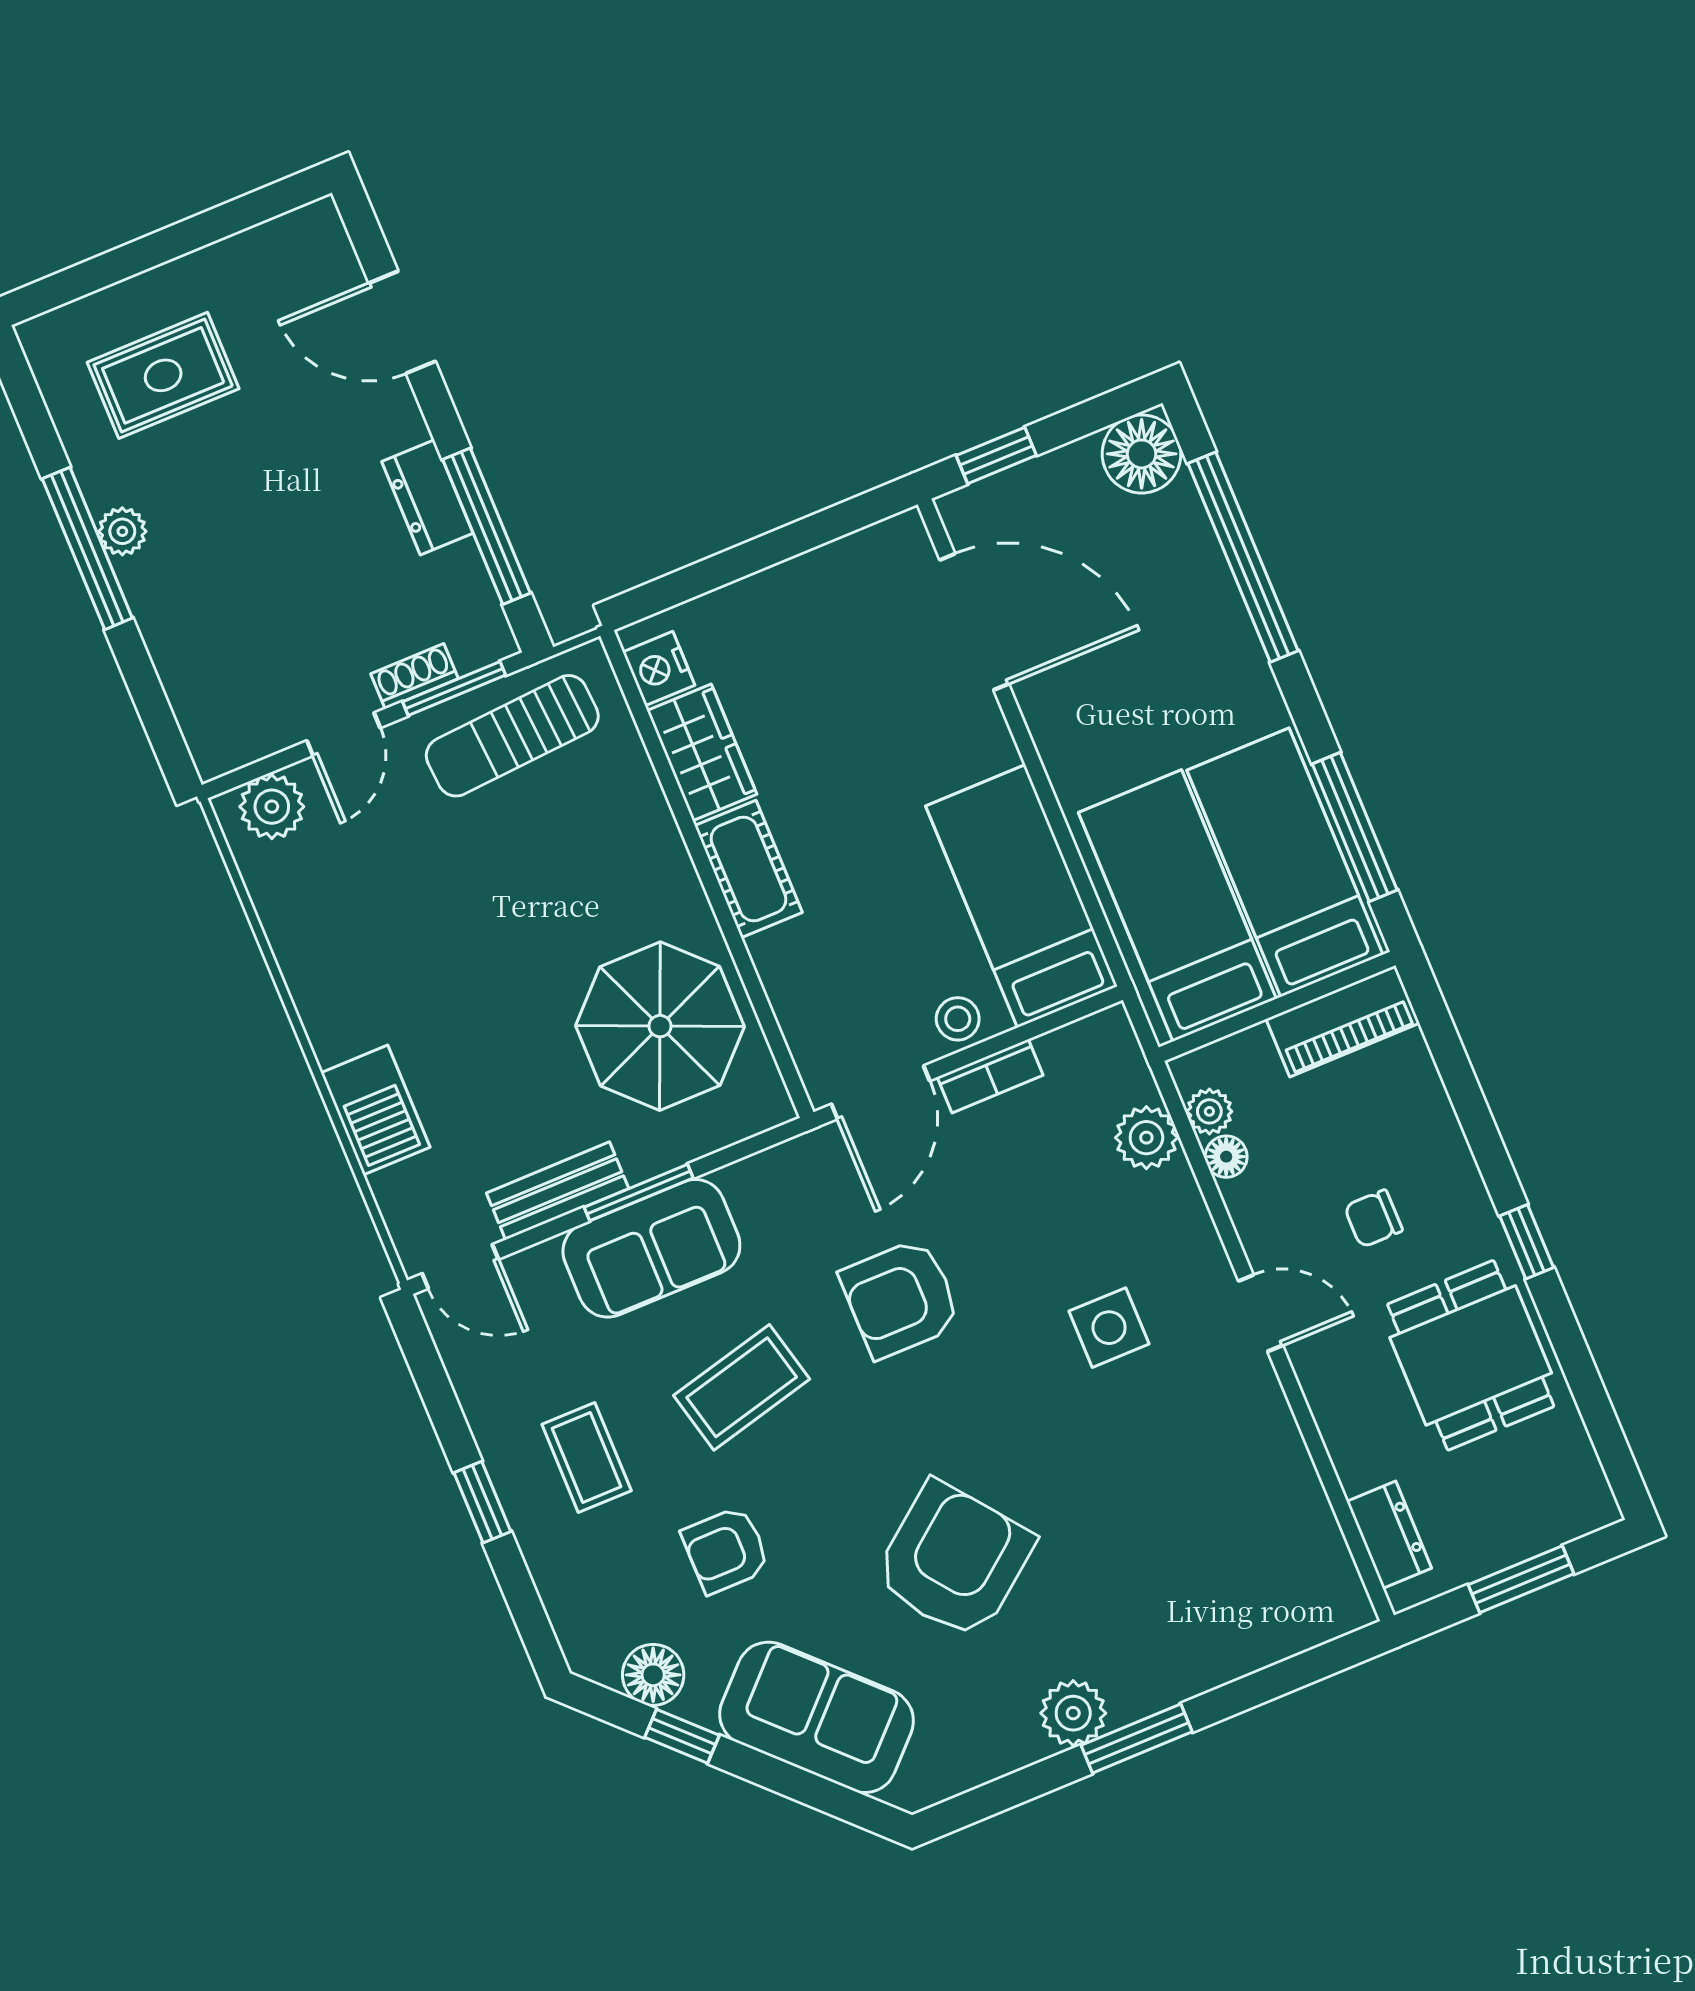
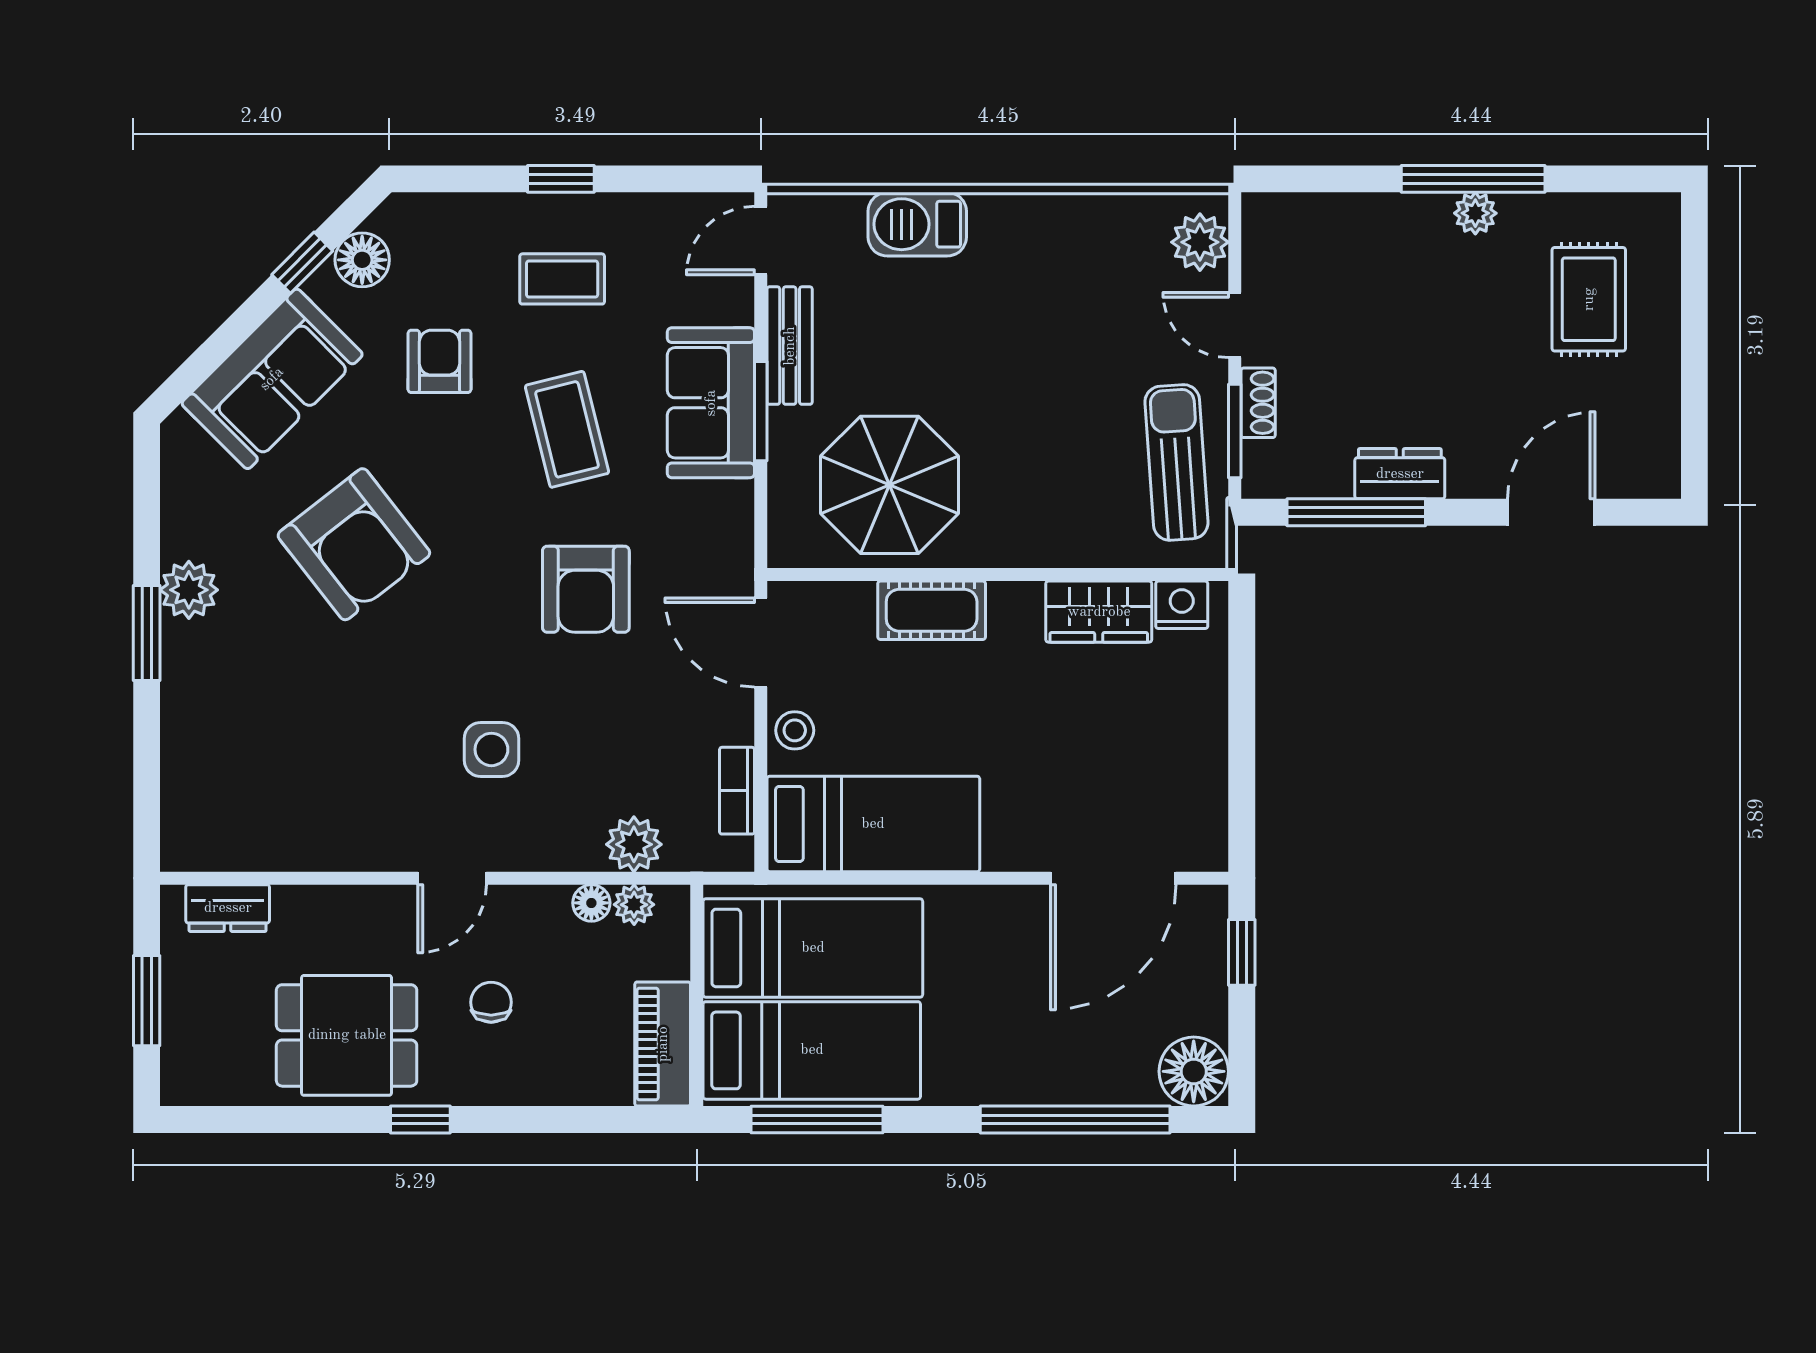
cot: (749, 869) -> (932, 610), moved
bookcase: (990, 1076) -> (737, 791), moved
armchair: (901, 1298) -> (586, 589), turned 180

